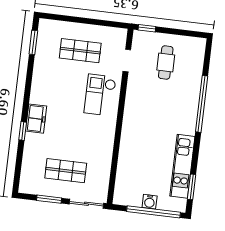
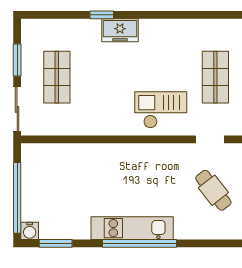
window: (33, 42) -> (219, 15), removed
cafe table: (166, 63) -> (213, 190), turned 52
window: (202, 104) -> (140, 243), moved
kitchen unit: (182, 166) -> (132, 228), moved
water cooler: (150, 202) -> (30, 231), moved, turned -90

